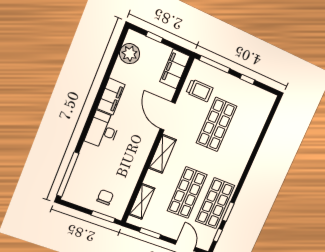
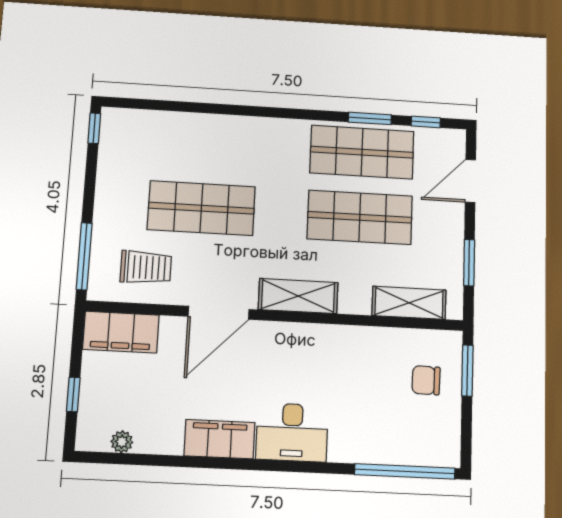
plant: (130, 54) -> (122, 442), width x0.53, depth x0.53
window: (247, 79) -> (94, 128), moved
trolley: (200, 90) -> (146, 267), turned 90

